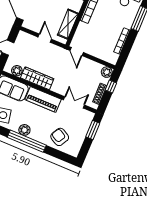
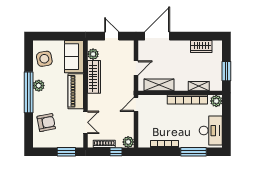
armchair: (60, 137) -> (46, 123), turned 50

